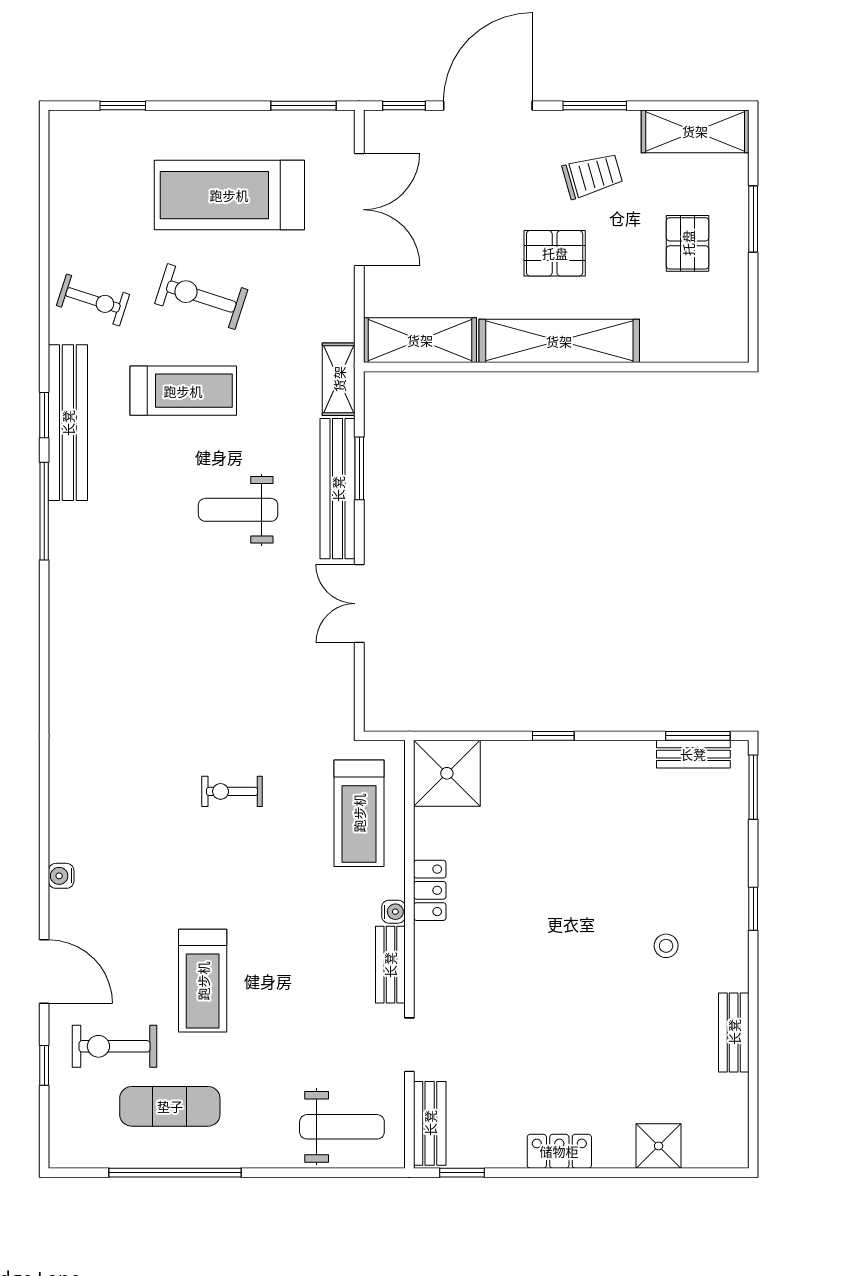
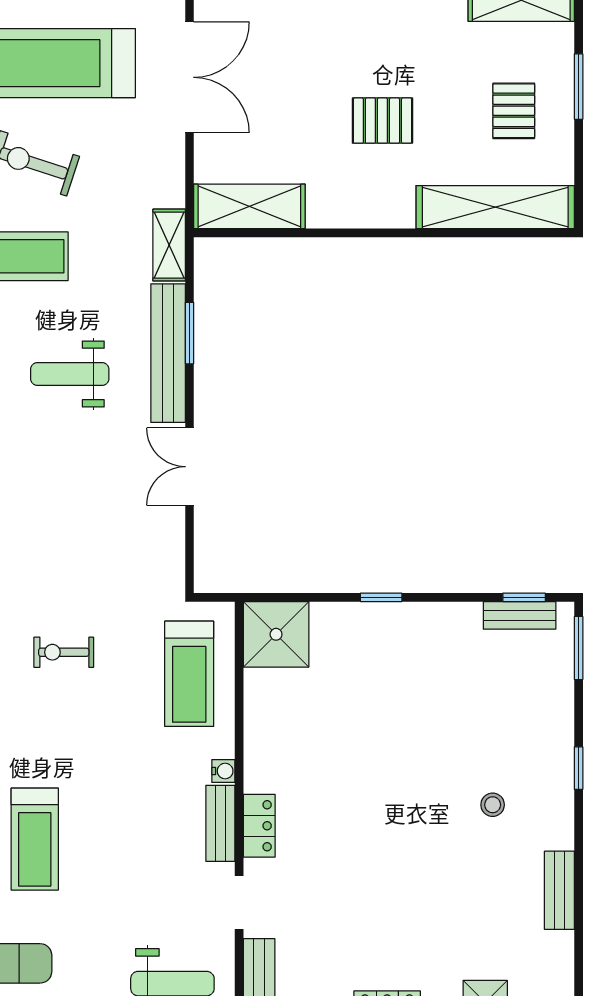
trolley: (592, 176) -> (420, 44), removed
shelving: (559, 341) -> (495, 207), moved
window: (698, 736) -> (524, 597), width x0.67
locker: (430, 890) -> (259, 826), moved

